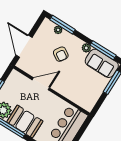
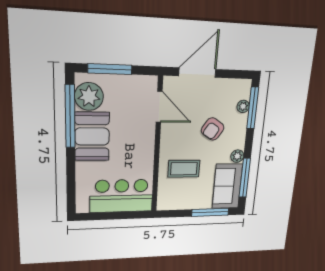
coffee table: (74, 83) -> (184, 169), added
door: (41, 84) -> (159, 107), moved

